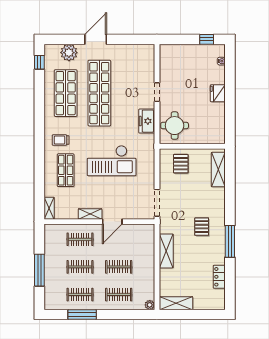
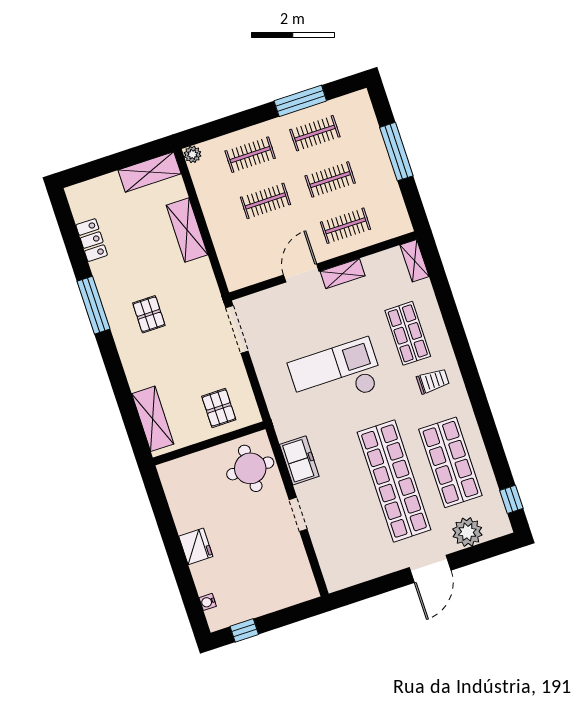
shelving: (166, 251) -> (187, 230), moved

